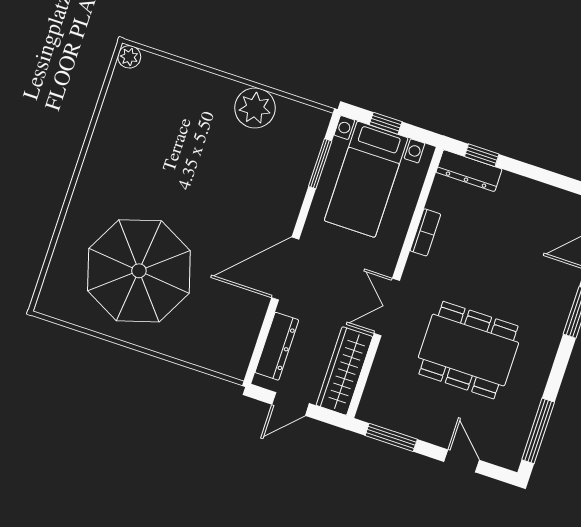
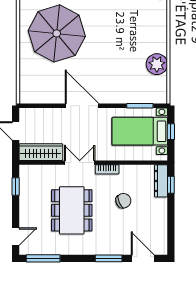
bookcase: (425, 232) -> (107, 169), moved
chair: (482, 251) -> (123, 201), added
dresser: (277, 346) -> (42, 114), removed
window: (391, 437) -> (16, 186), width x0.67
door: (462, 461) -> (16, 237), moved

